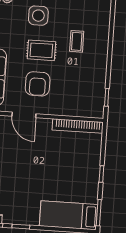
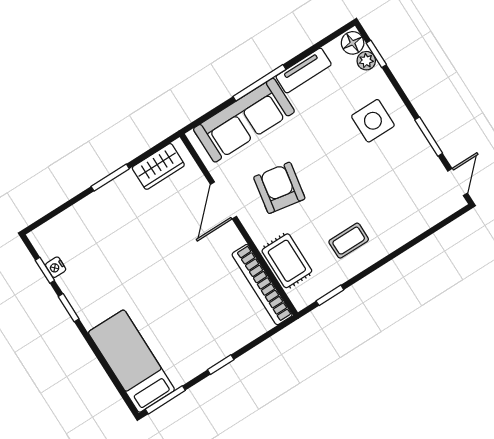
coffee table: (77, 41) -> (349, 241), moved
rug: (41, 50) -> (287, 261), moved
armchair: (38, 84) -> (279, 188), turned 100

